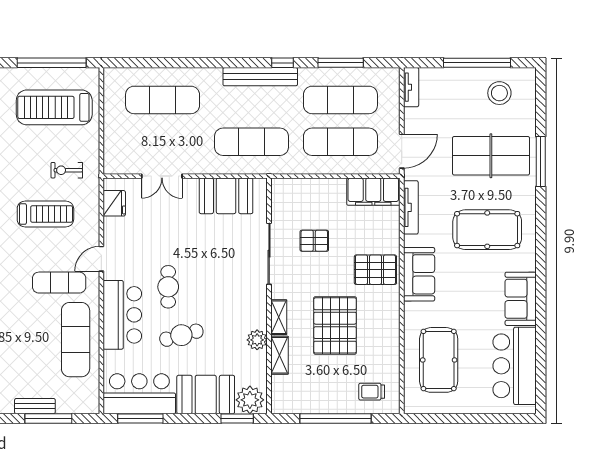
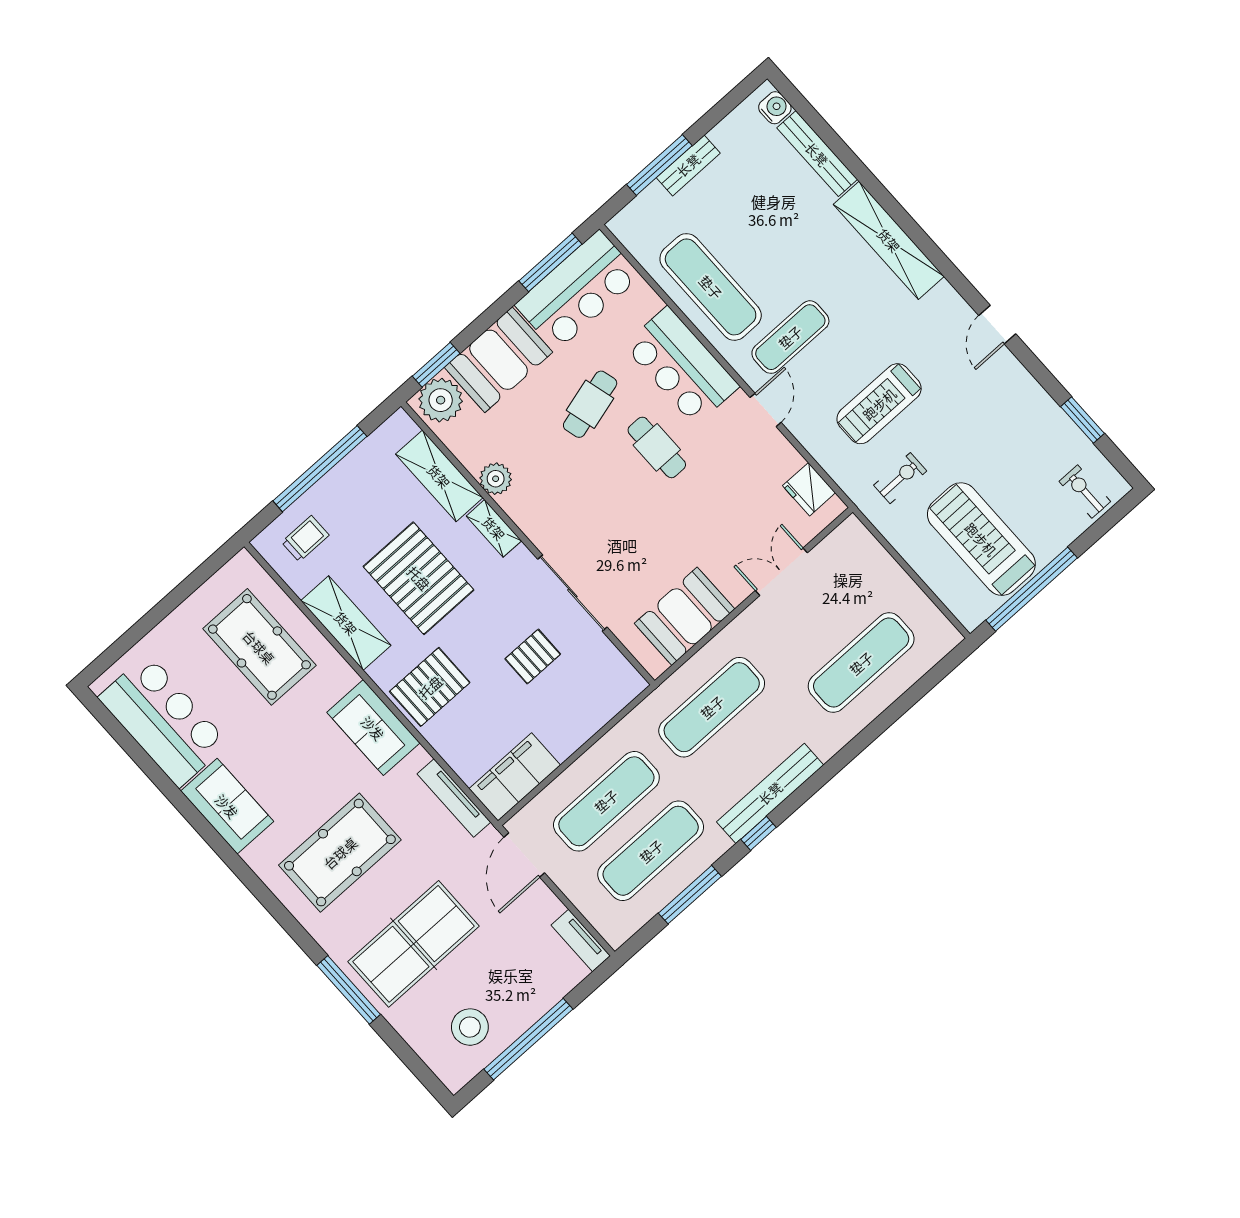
treadmill: (54, 107) -> (981, 539), turned -90
shelving: (388, 335) -> (346, 623), added
shelving: (279, 355) -> (439, 476), width x1.50, depth x1.33

